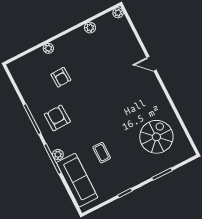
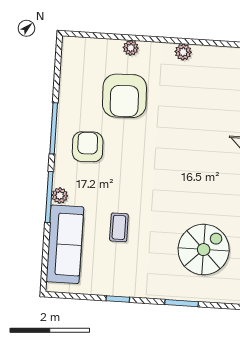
plant: (90, 28) -> (183, 52), moved
armchair: (61, 77) -> (124, 96), width x1.88, depth x1.88

